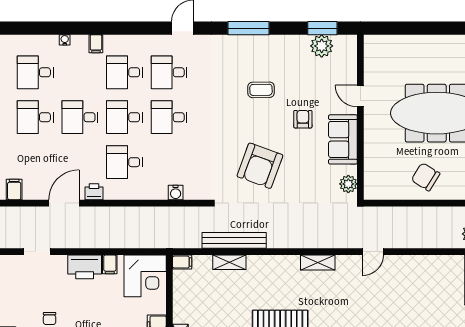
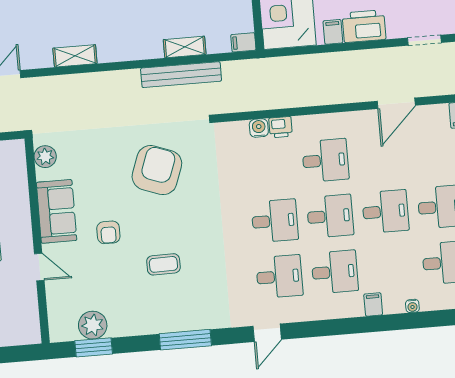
printer: (94, 192) -> (281, 127), moved

